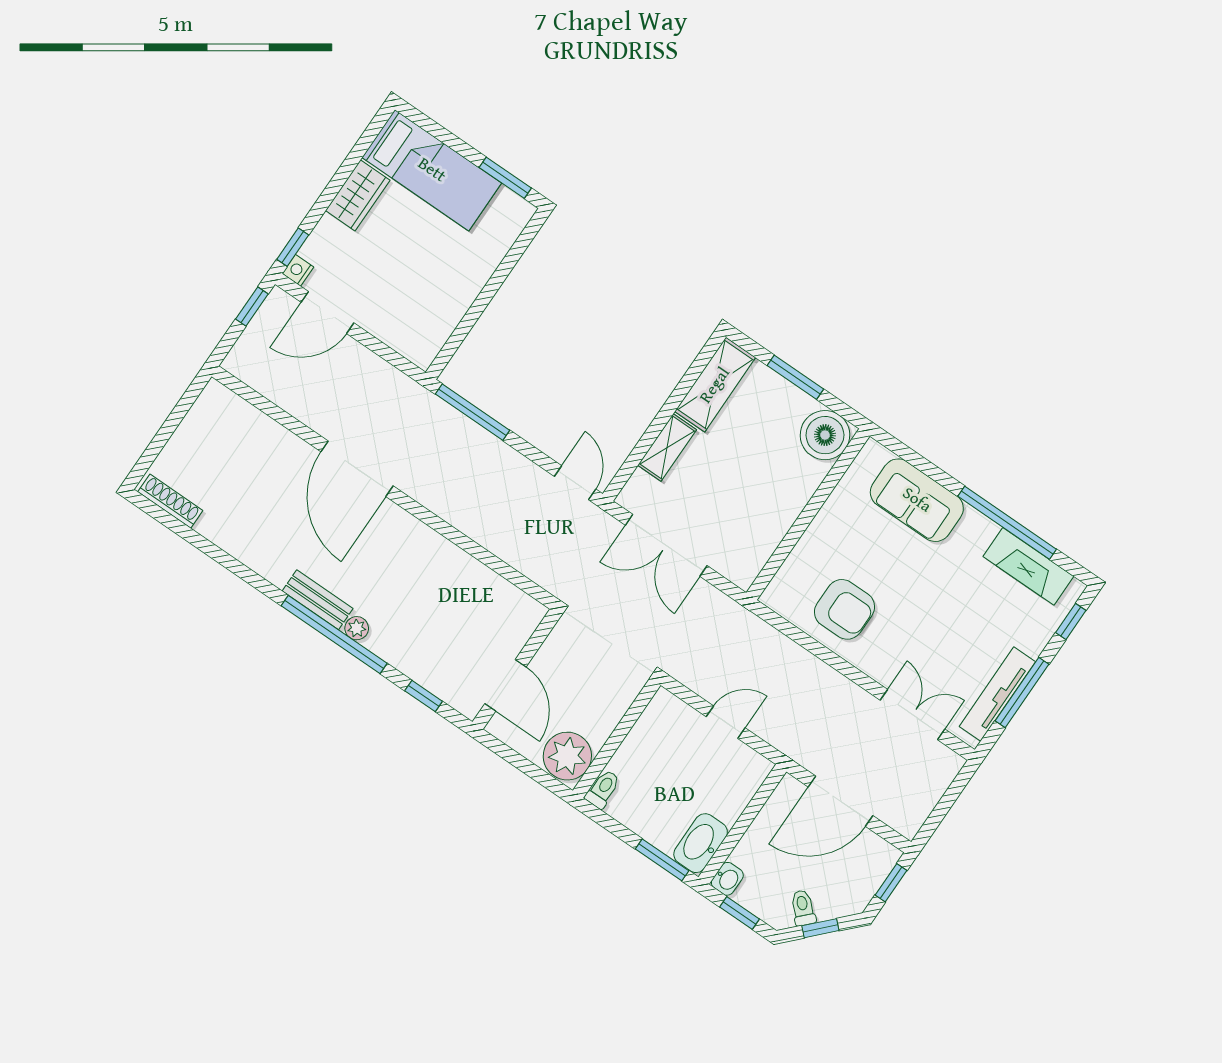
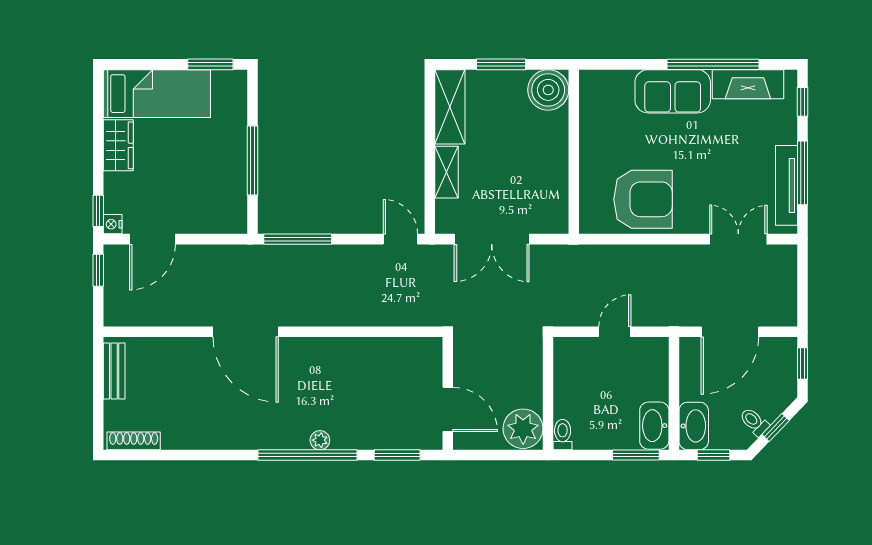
window: (481, 303) -> (252, 160), added
sofa: (917, 500) -> (673, 91), moved
bench: (318, 600) -> (114, 371), moved, turned 90
armchair: (845, 609) -> (643, 199), width x1.36, depth x1.36
window: (424, 696) -> (397, 455), width x1.50
washbasin: (727, 879) -> (694, 426), width x1.91, depth x1.45

